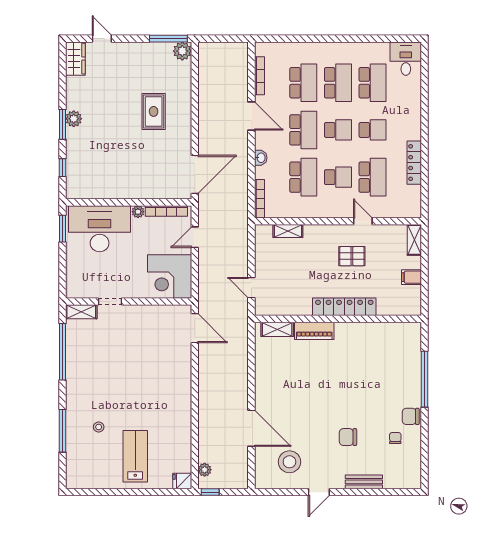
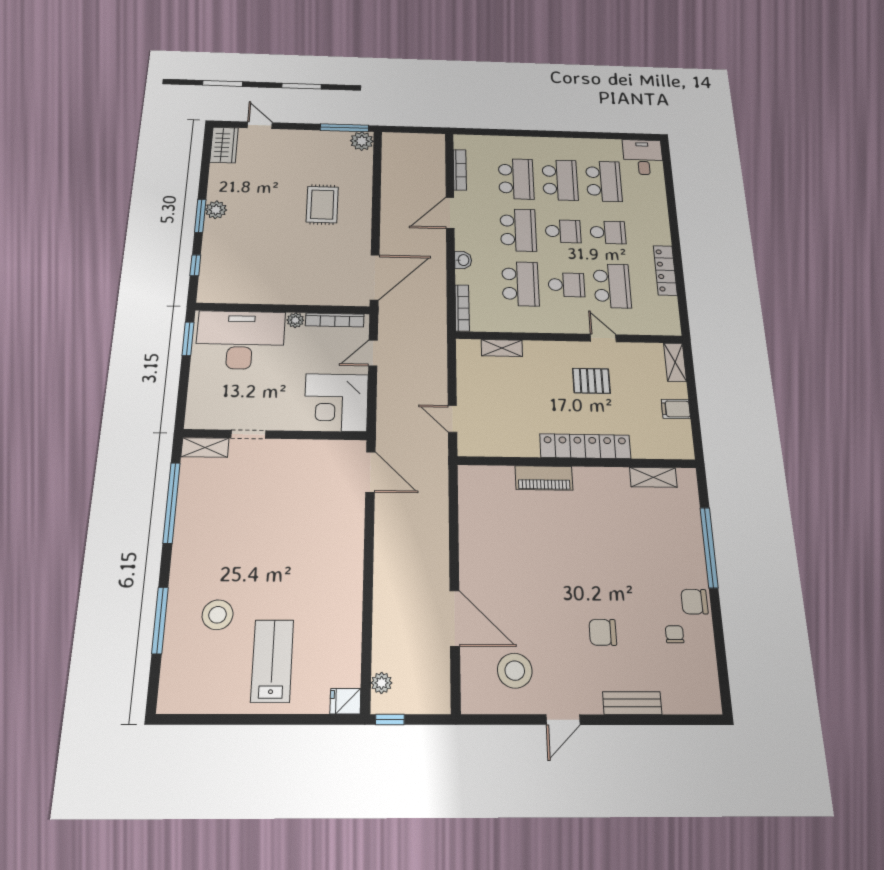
door: (251, 116) -> (450, 213), swing flipped
shelving: (277, 329) -> (653, 477), moved
stool: (99, 427) -> (218, 615), width x1.89, depth x1.89

